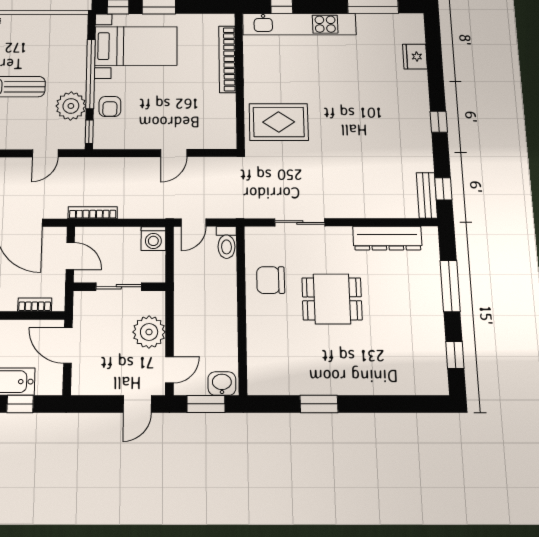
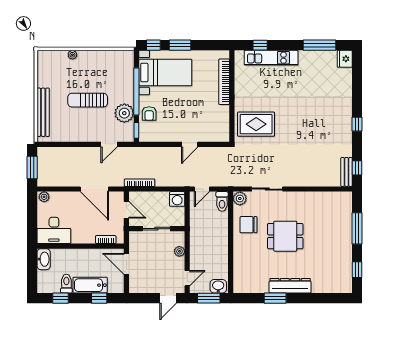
kitchen unit: (299, 24) -> (271, 58), width x0.73
fridge: (415, 57) -> (345, 59), moved
plant: (255, 238) -> (240, 198), added
dresser: (387, 238) -> (290, 286), moved, turned 180
plant: (149, 332) -> (179, 251), width x0.53, depth x0.53

